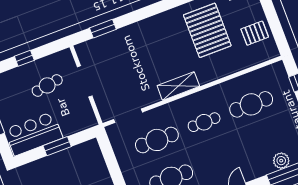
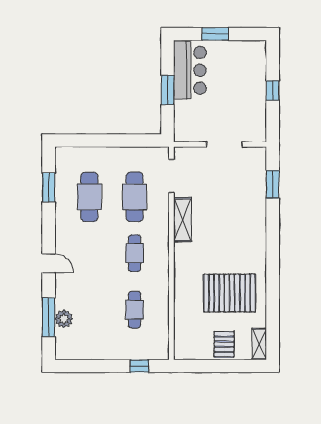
pallet: (255, 33) -> (224, 344), moved
cafe table: (47, 85) -> (235, 104), removed
shelving: (178, 86) -> (183, 220), moved
cafe table: (251, 104) -> (135, 310), width x0.73, depth x0.74

